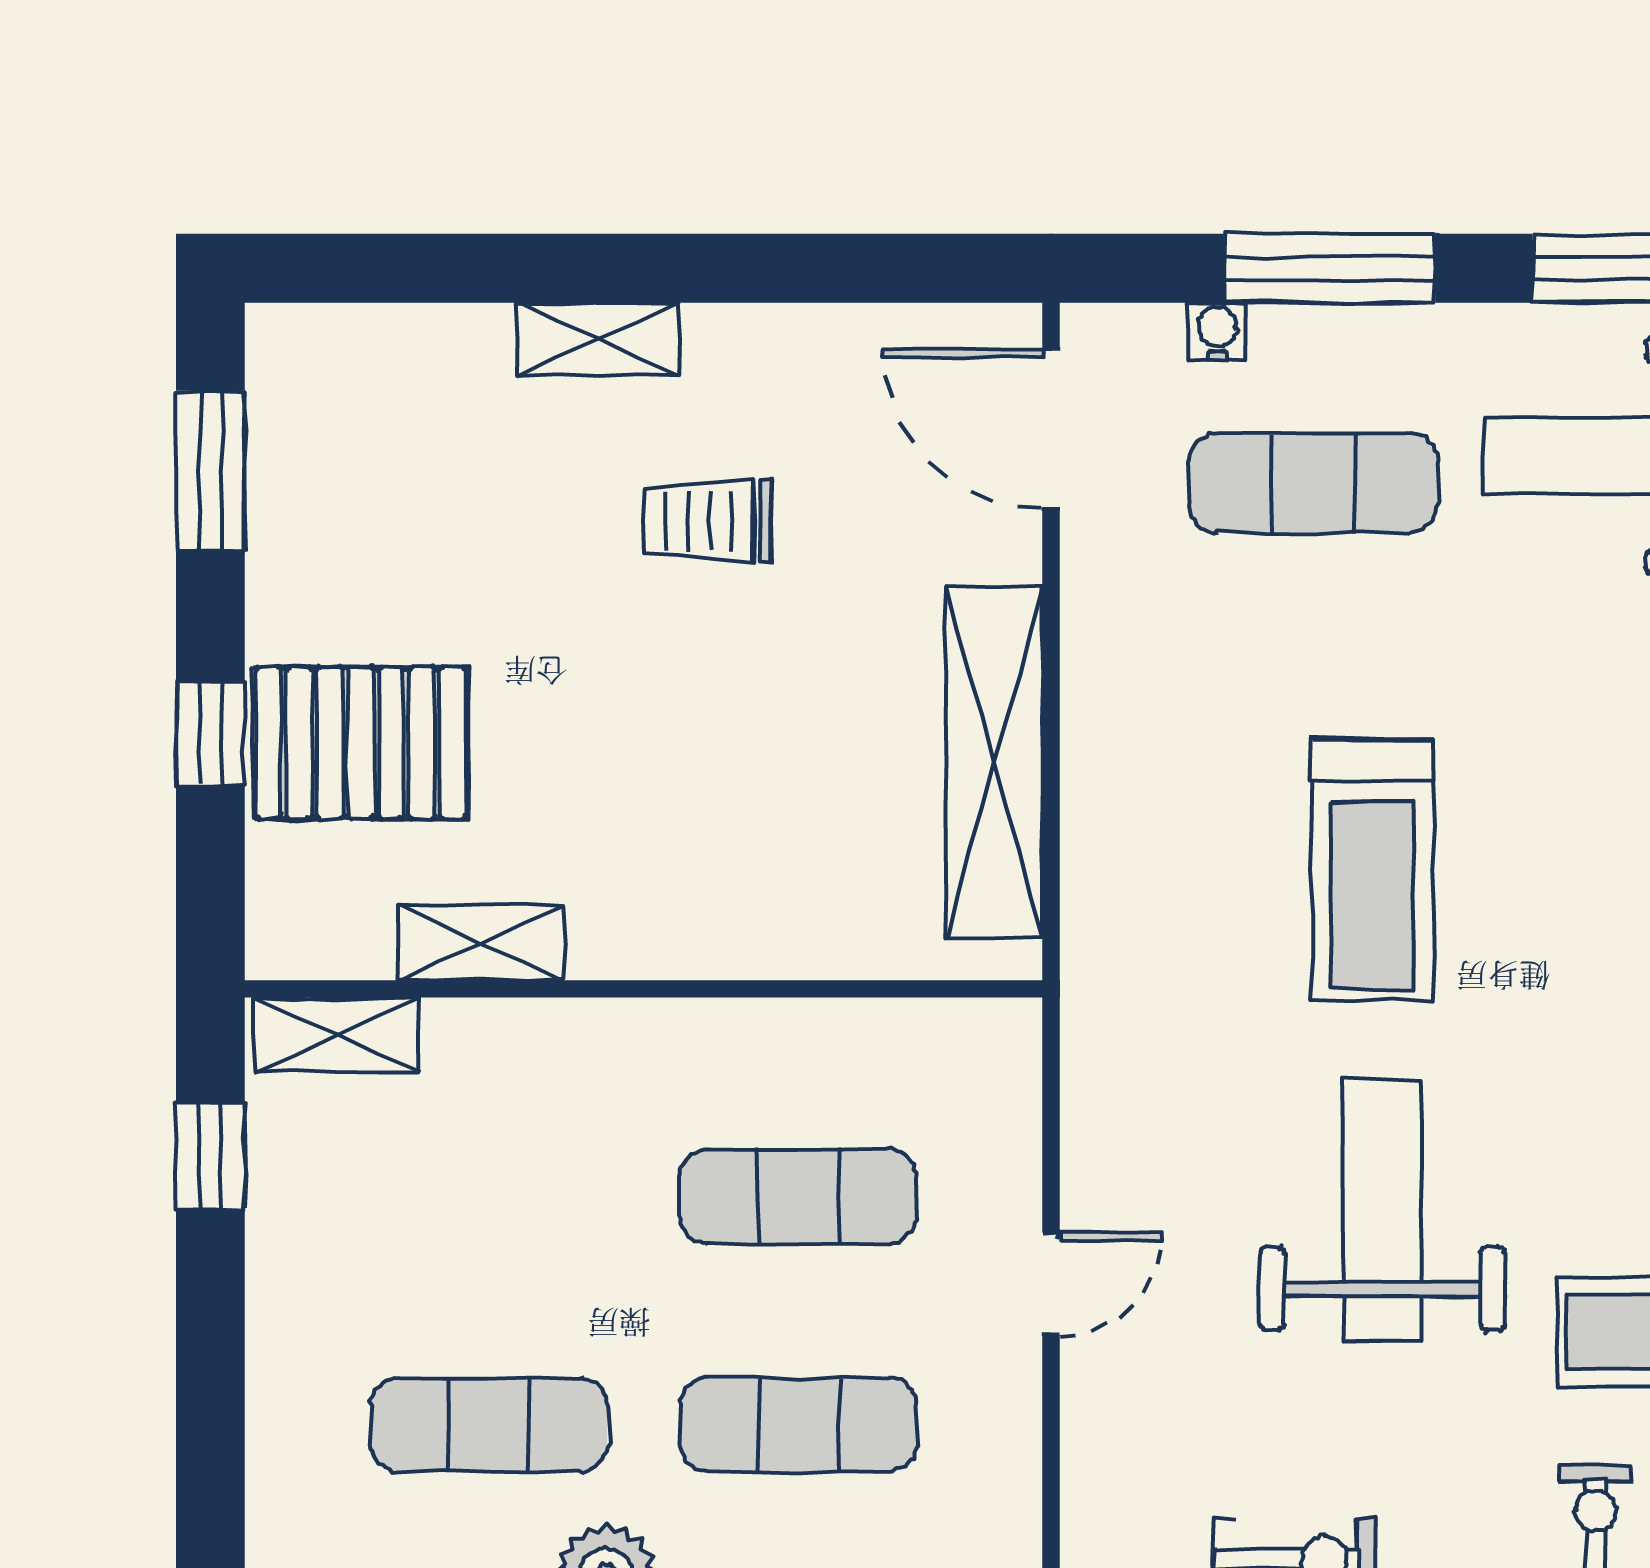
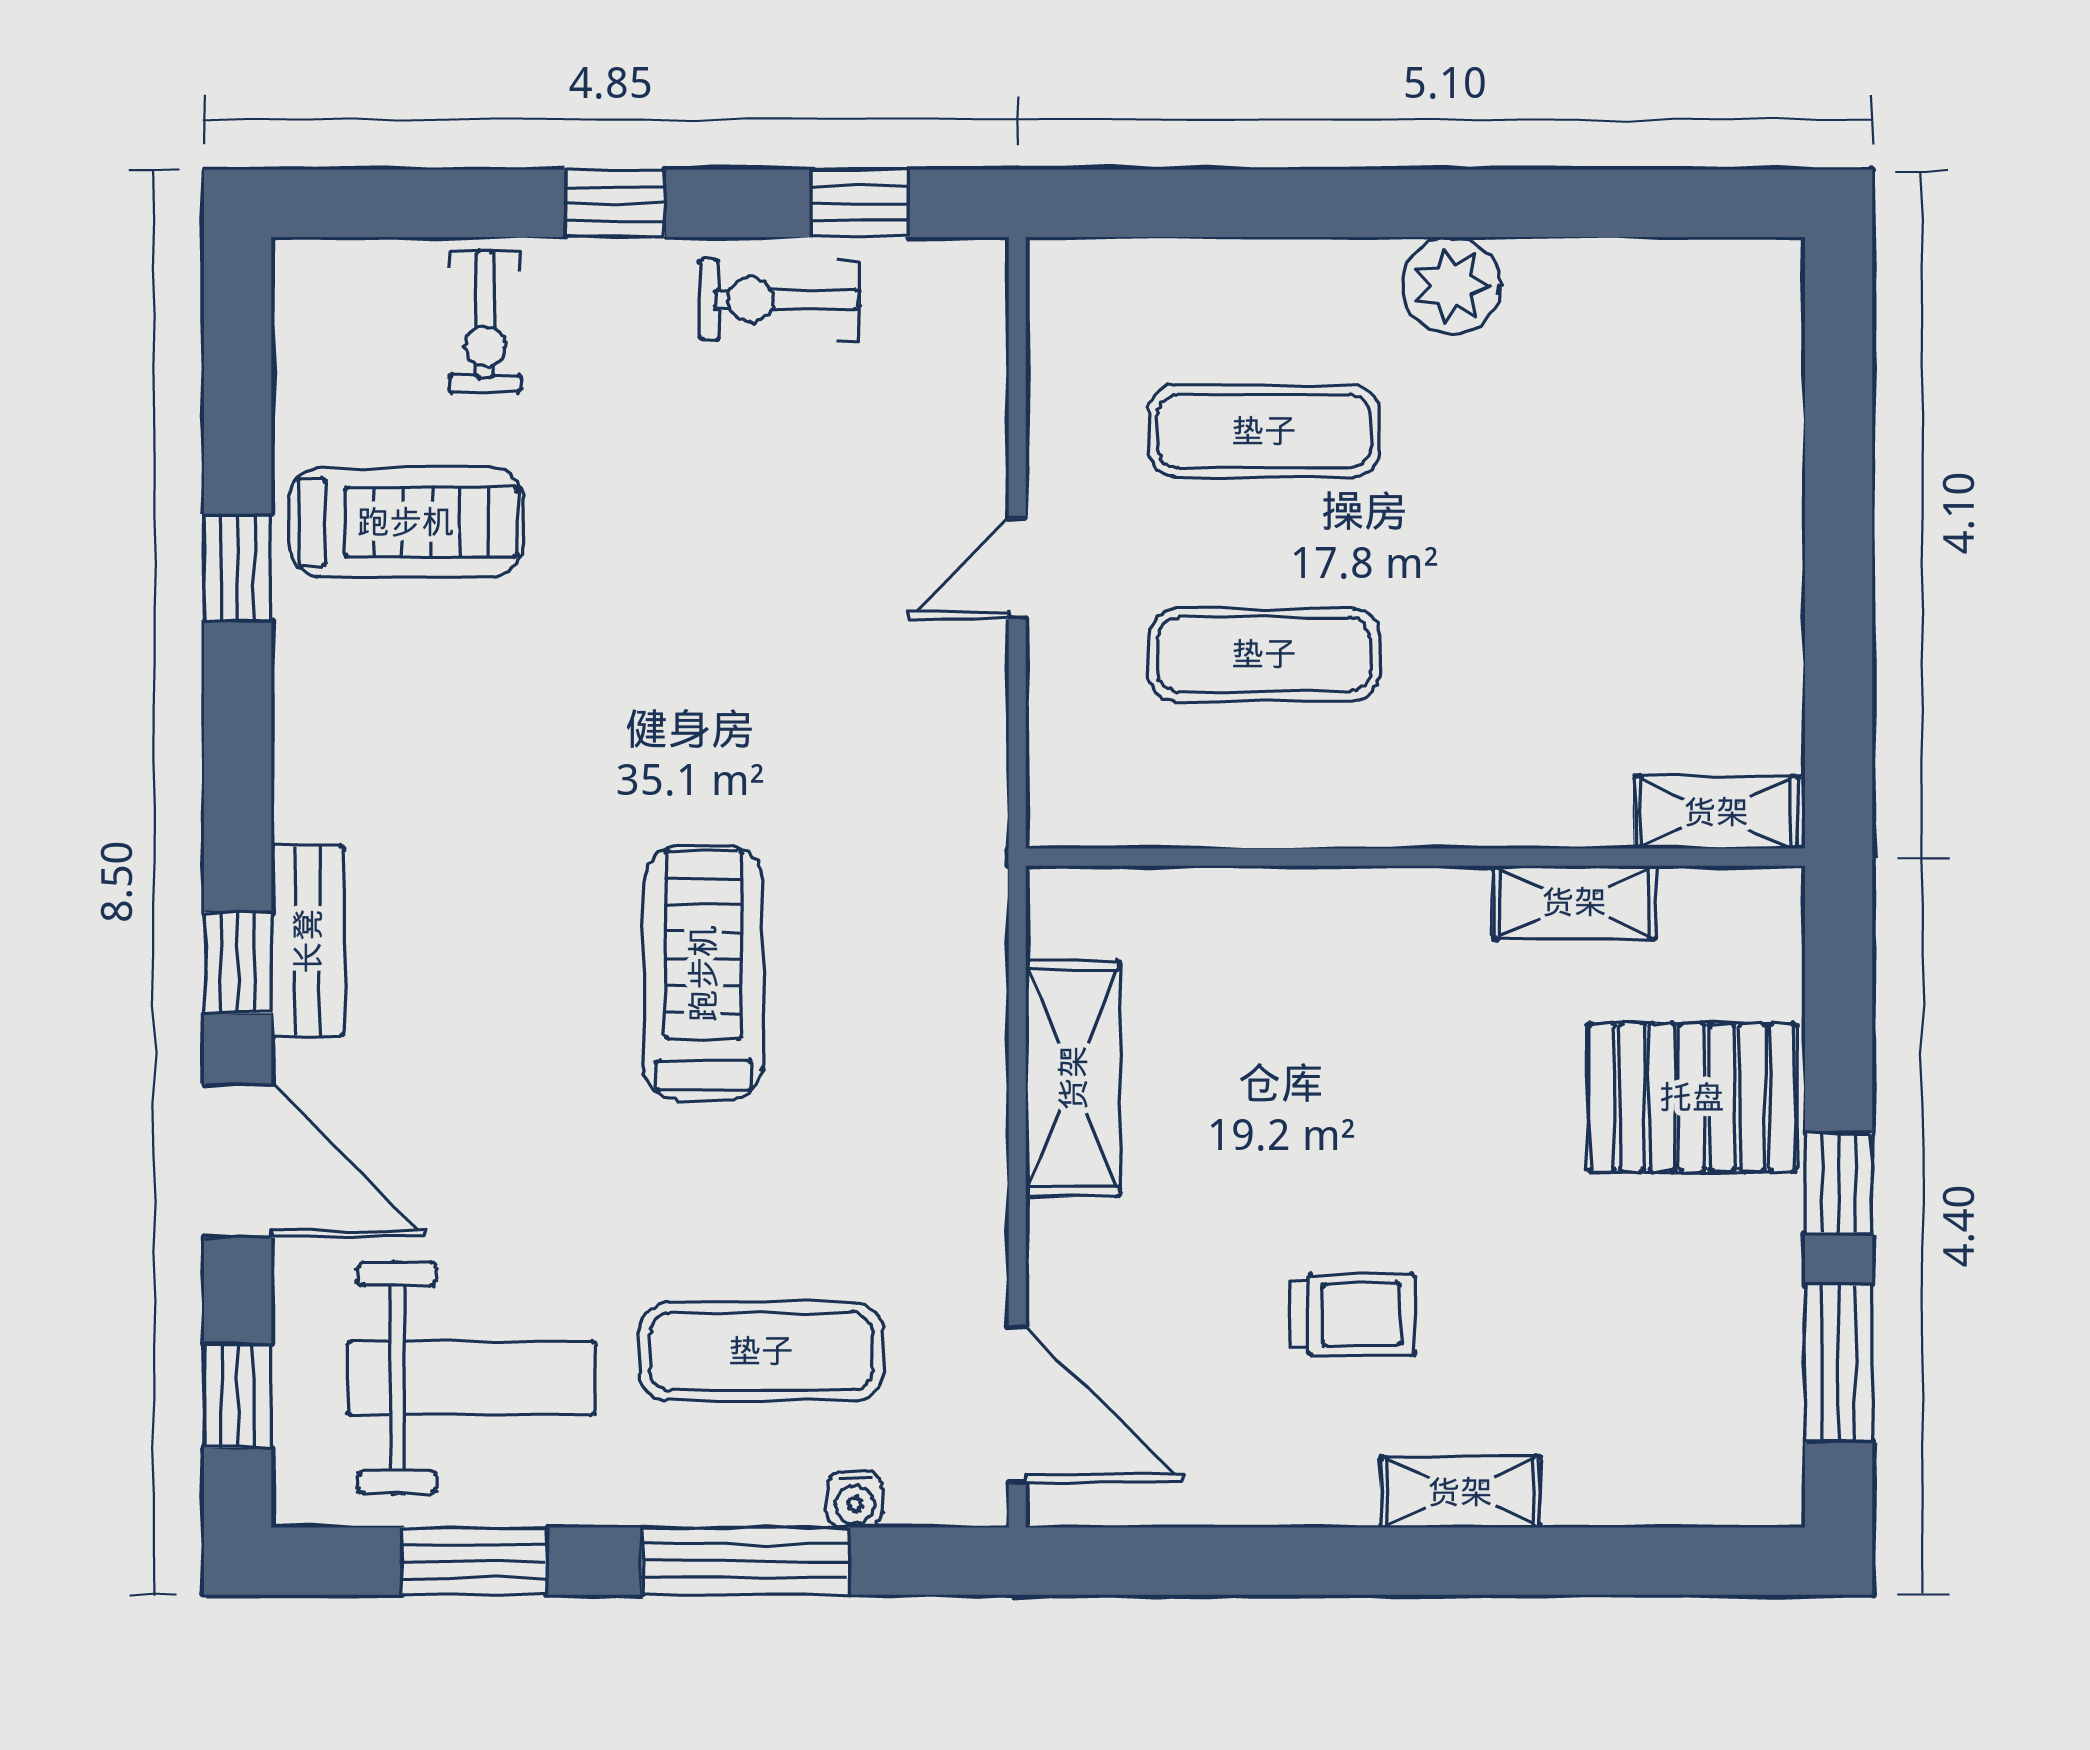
window: (210, 734) -> (1839, 1184), moved
shelving: (994, 762) -> (1073, 1078), width x0.68
window: (210, 1156) -> (1839, 694), removed
weight bench: (1382, 1210) -> (694, 641), removed
exercise mat: (489, 1425) -> (1567, 431), removed

